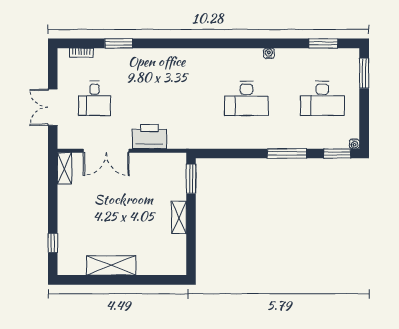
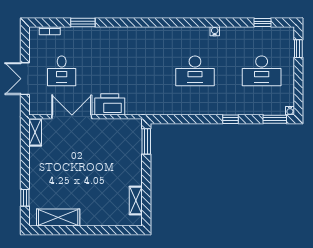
window: (323, 43) -> (263, 22), width x0.67
window: (364, 73) -> (298, 49), width x0.67
double door: (106, 151) -> (72, 117), swing flipped
window: (287, 154) -> (231, 119), width x0.46
shelving: (179, 218) -> (136, 200), moved
shelving: (111, 265) -> (58, 217), moved

